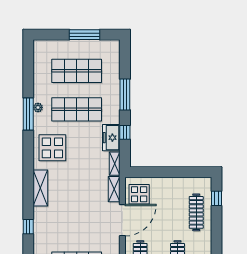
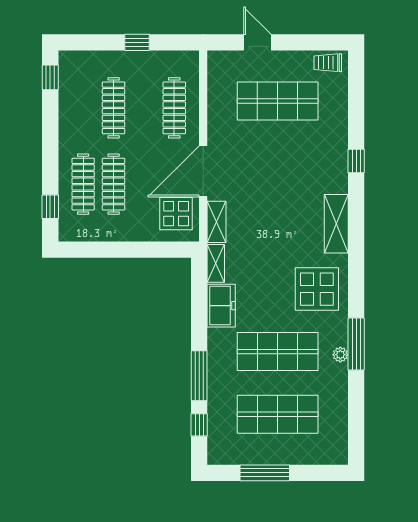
window: (125, 132) -> (199, 425), moved
clothes rail: (178, 212) -> (114, 184), added

